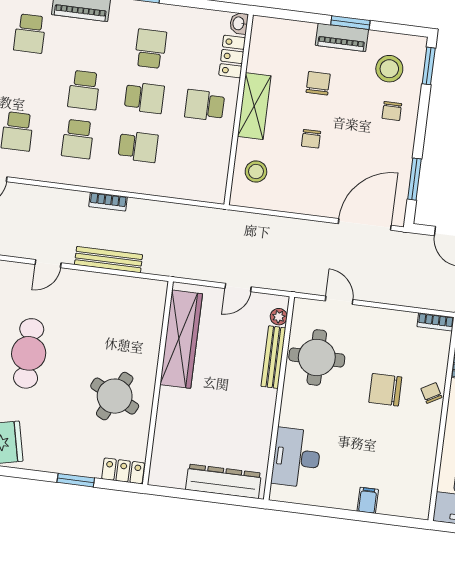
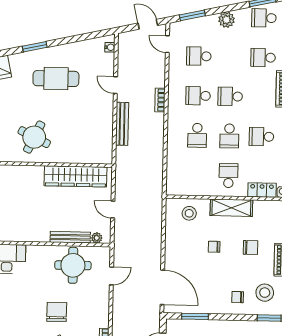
school desk: (150, 49) -> (261, 137), turned 180
bookcase: (108, 202) -> (160, 100), moved

